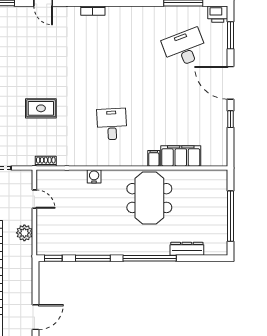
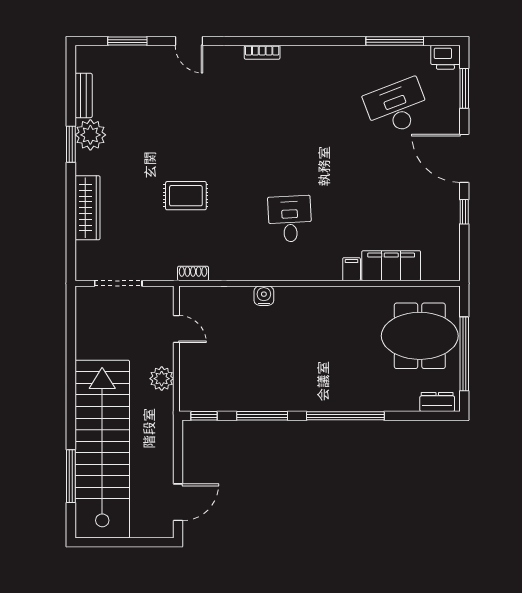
meeting table: (149, 198) -> (420, 336), moved, turned 90
dresser: (187, 249) -> (437, 402), moved, width x0.70

